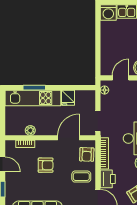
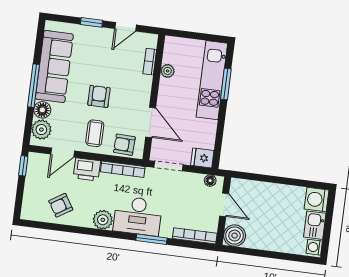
fridge: (68, 98) -> (202, 158), moved
armchair: (46, 165) -> (99, 96), moved, turned 180

